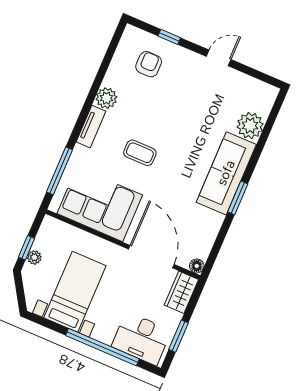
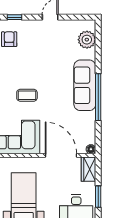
plant: (250, 126) -> (87, 40), moved
window: (238, 198) -> (98, 97), width x2.11

